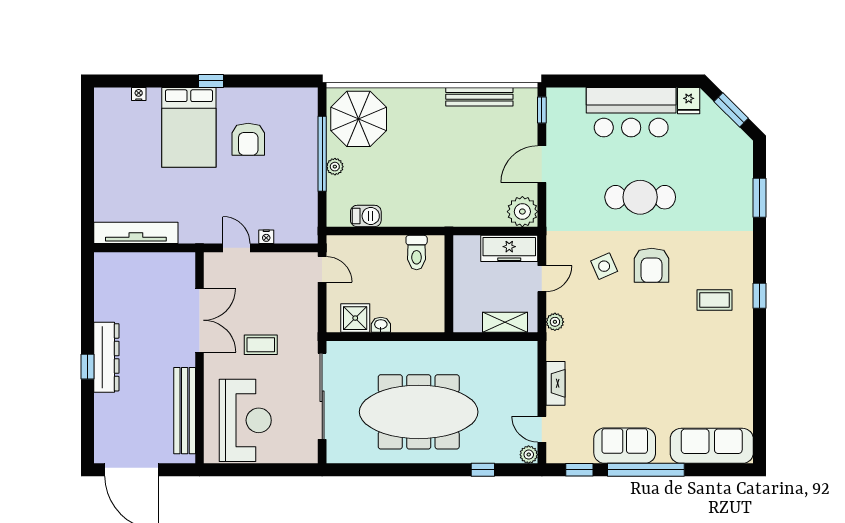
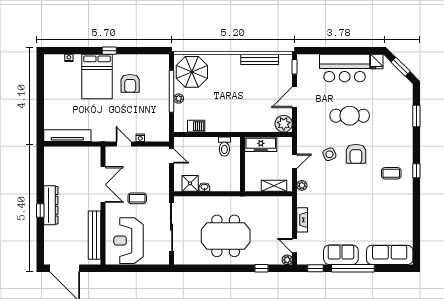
freezer: (509, 248) -> (261, 144), moved
meeting table: (419, 412) -> (226, 236), width x0.73
reception desk: (245, 420) -> (128, 241), turned 180

